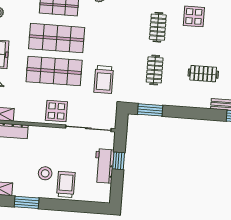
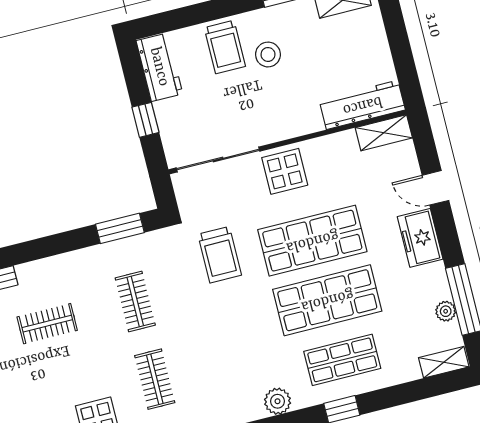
trolley: (104, 80) -> (220, 255), turned 180
workbench: (104, 166) -> (159, 67), moved

